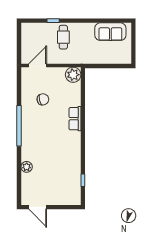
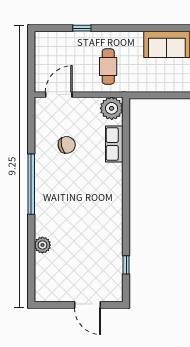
cafe table: (63, 37) -> (108, 67), moved
row of seats: (75, 119) -> (114, 144), moved
door: (38, 207) -> (88, 305), moved

